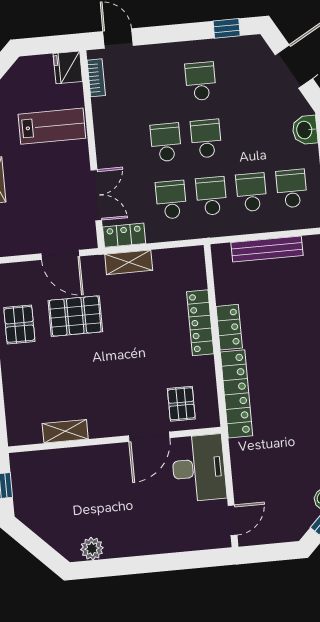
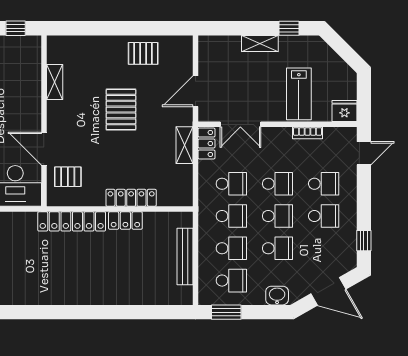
bookcase: (96, 78) -> (307, 133), moved
school desk: (161, 85) -> (324, 184), added
school desk: (246, 135) -> (277, 248), added
pallet: (75, 316) -> (121, 110), moved

